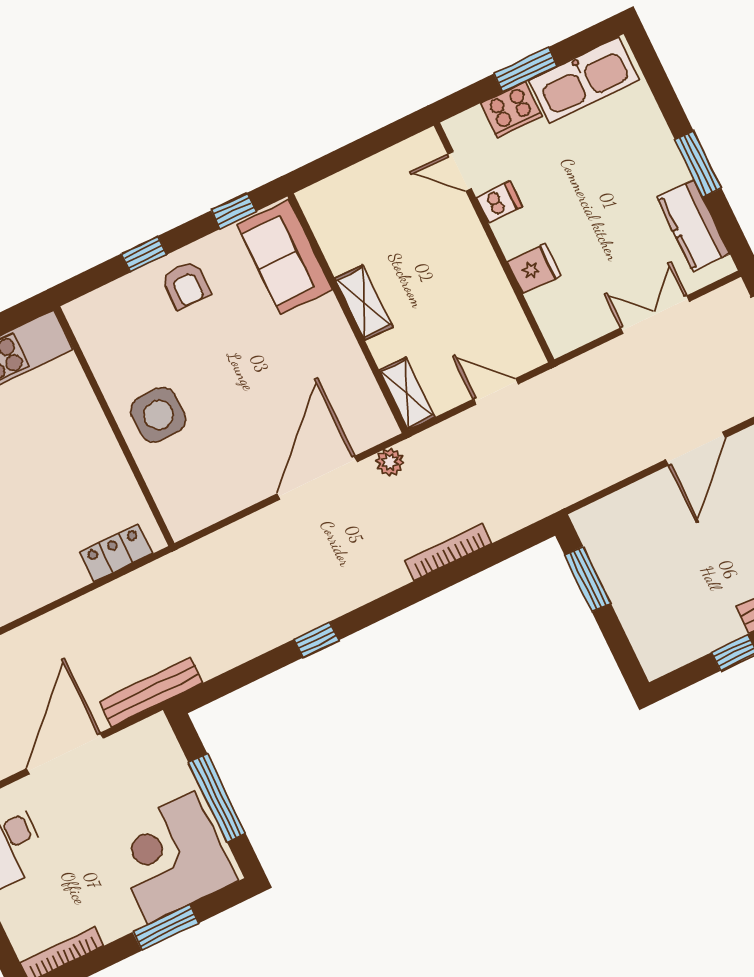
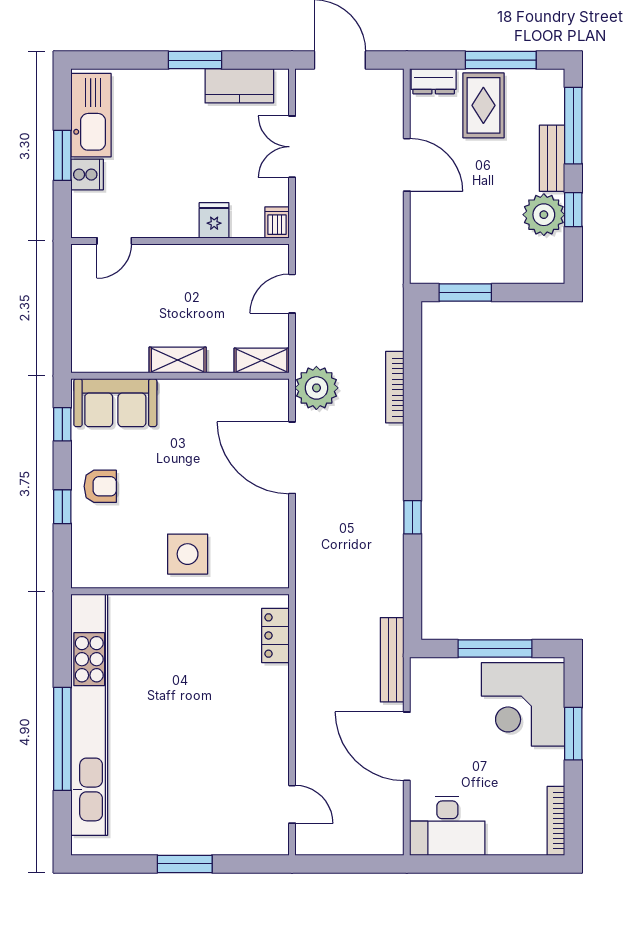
cooker: (511, 110) -> (87, 175), width x0.73
dishwasher: (499, 202) -> (277, 222), moved
plant: (390, 462) -> (316, 388), width x1.87, depth x1.87
plant: (713, 623) -> (544, 215), added

